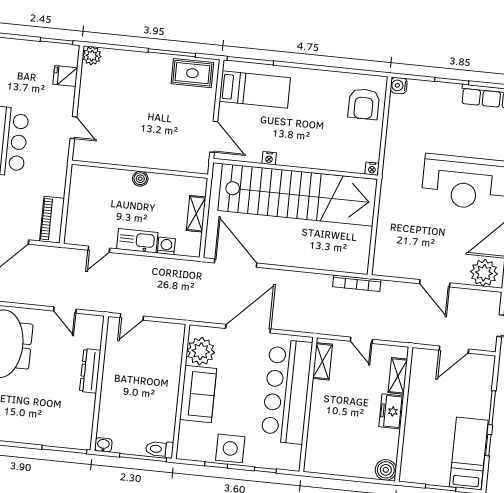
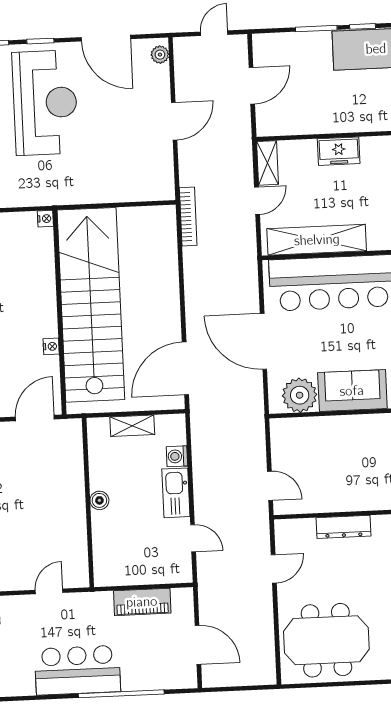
piano: (52, 220) -> (142, 602), moved
plant: (484, 273) -> (160, 55), width x0.53, depth x0.53
door: (454, 350) -> (252, 86), hinge flipped
shelving: (323, 361) -> (317, 240), width x2.20, depth x1.33
shelving: (398, 376) -> (267, 163), moved, turned 90

